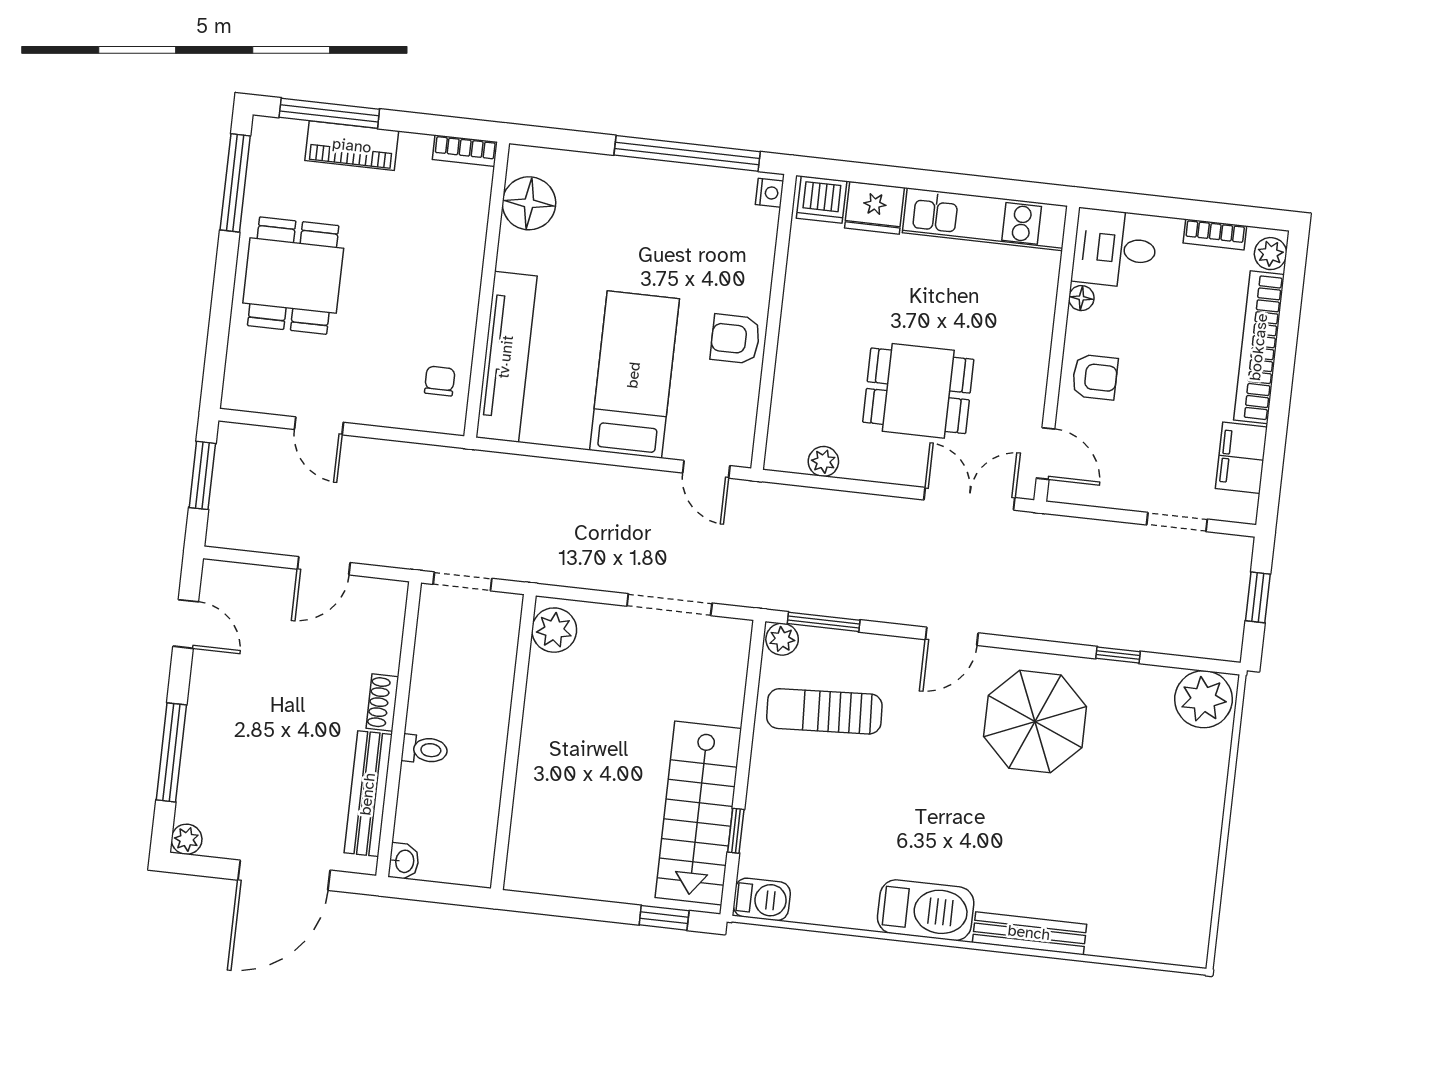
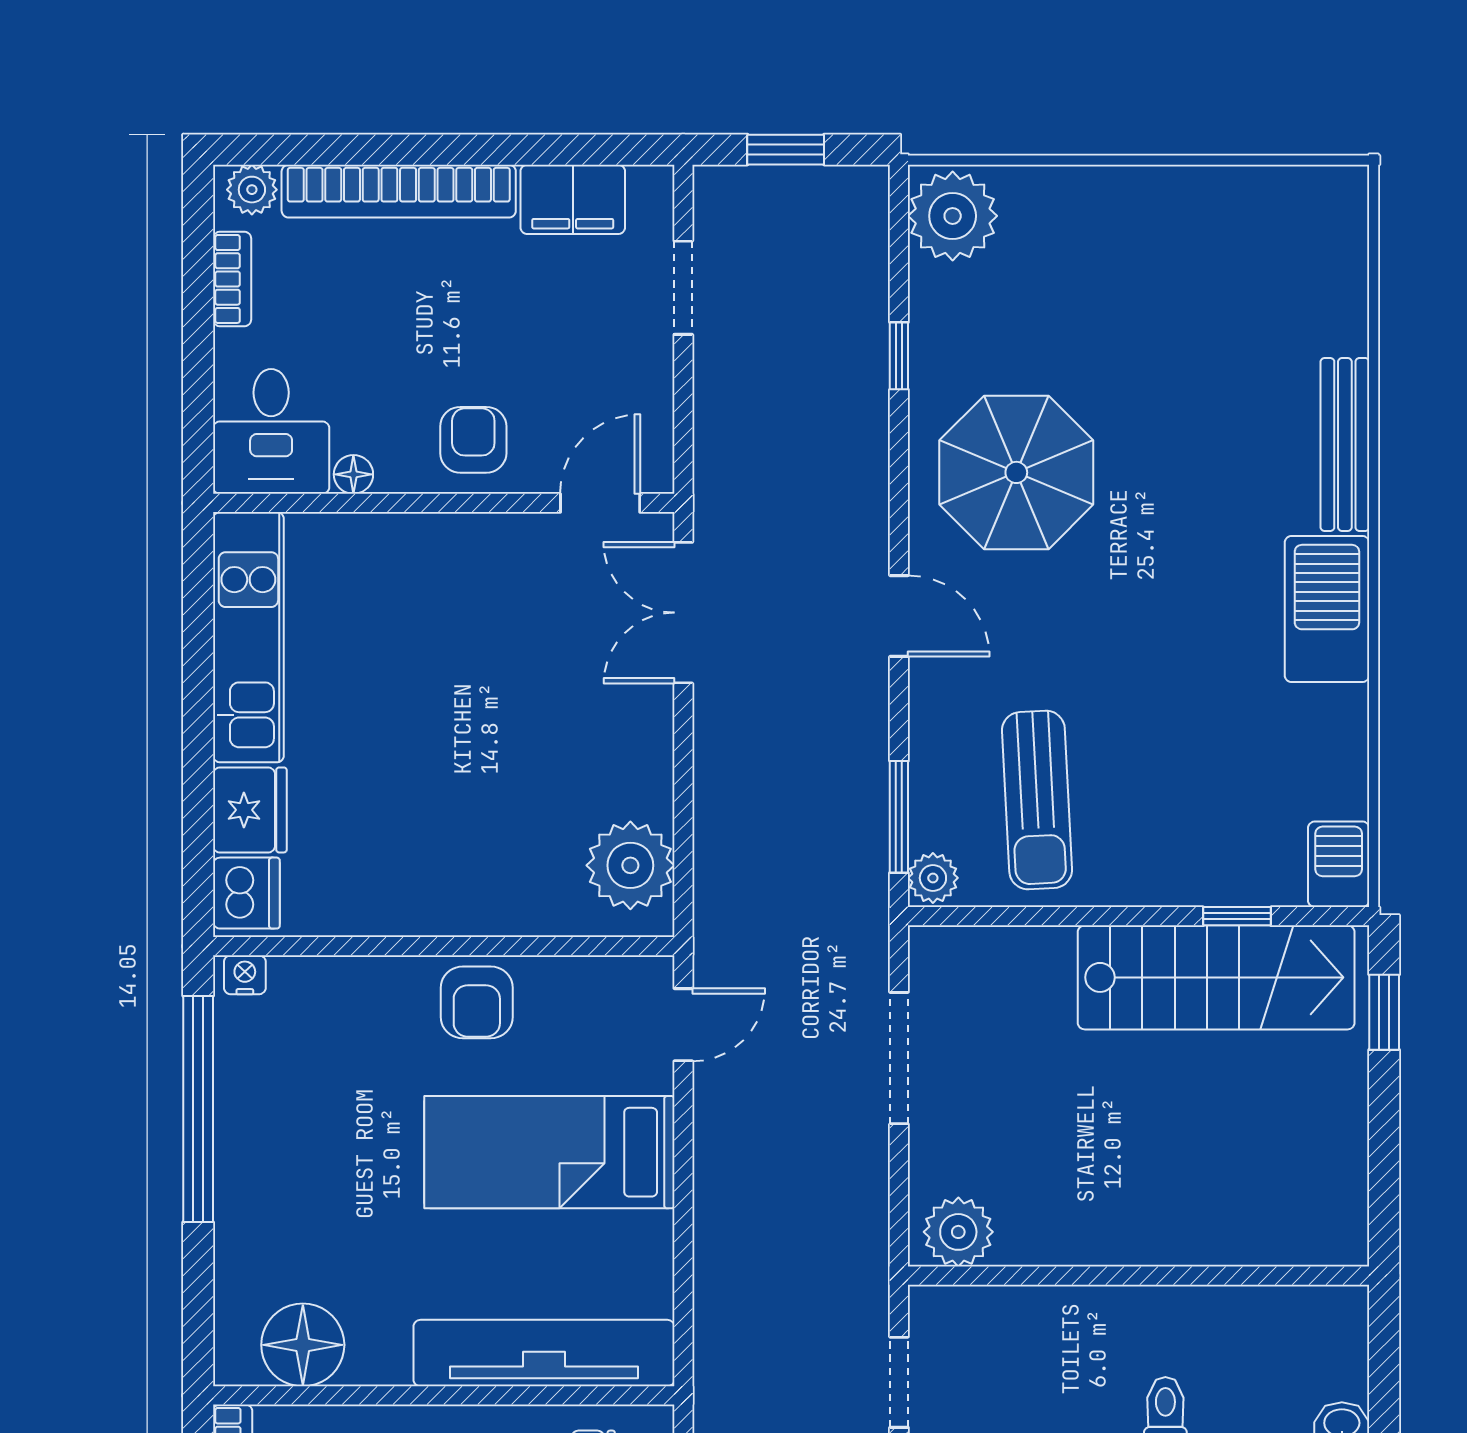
dining table: (918, 391) -> (525, 711), removed
plant: (823, 461) -> (630, 865), width x1.88, depth x1.88

